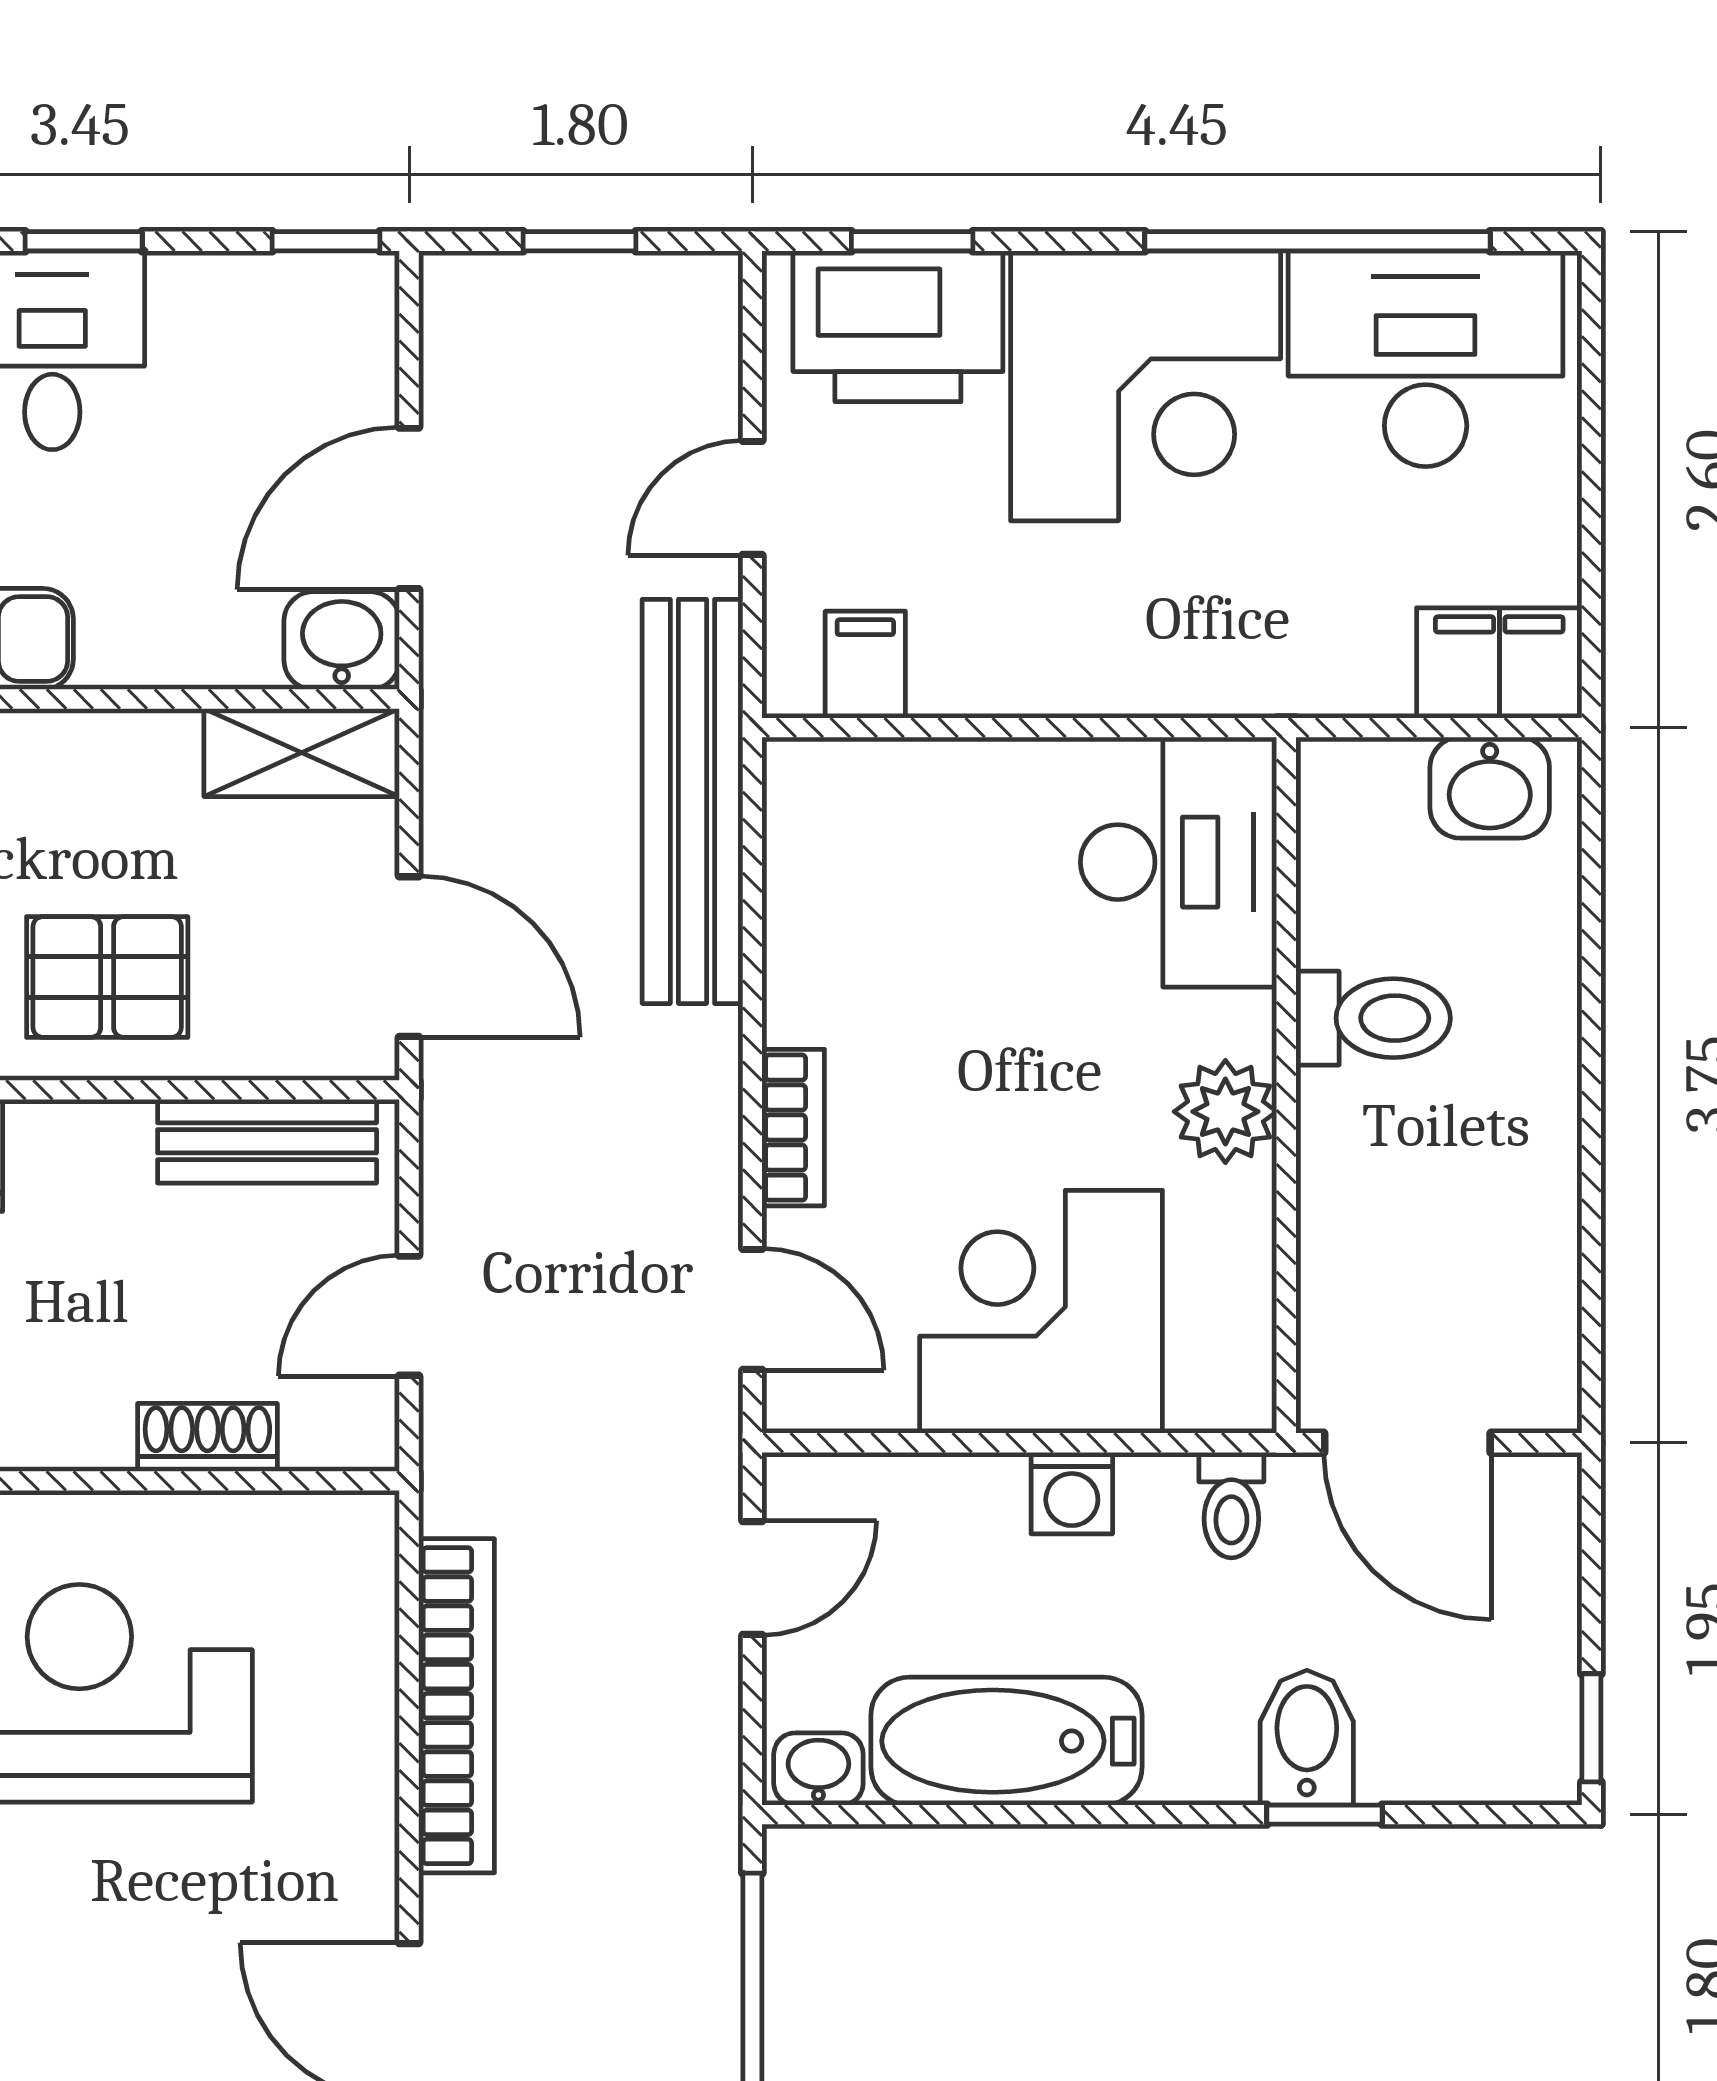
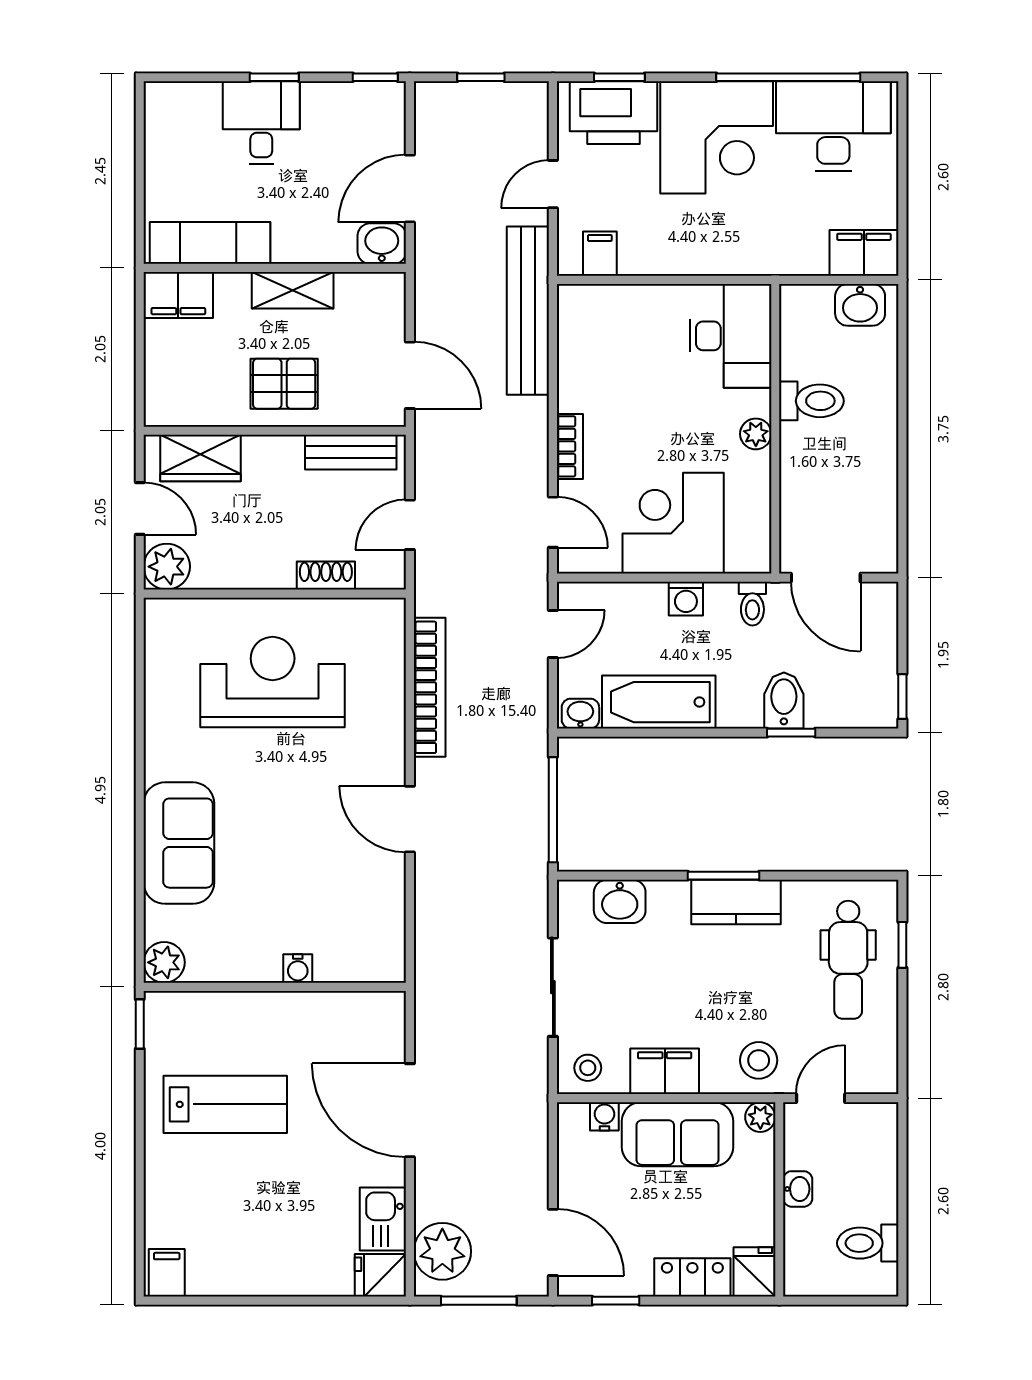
shelving: (302, 753) -> (293, 290), moved
plant: (1225, 1112) -> (756, 434), width x0.73, depth x0.73

